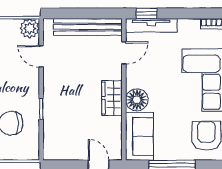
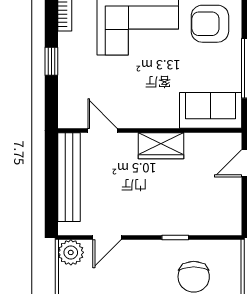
window: (147, 13) -> (51, 61), moved
tv unit: (151, 25) -> (67, 95), removed
floor lamp: (137, 100) -> (163, 114), removed

